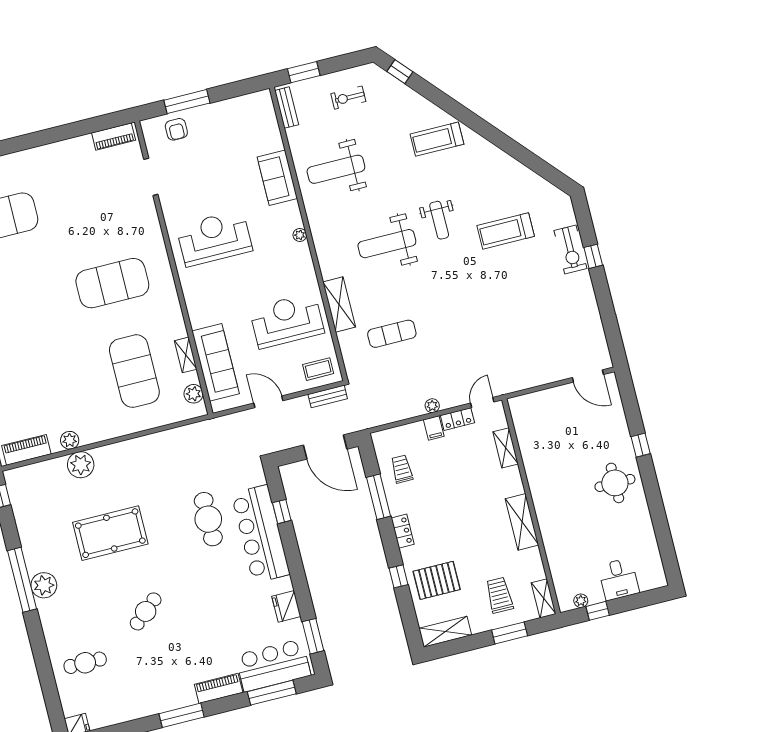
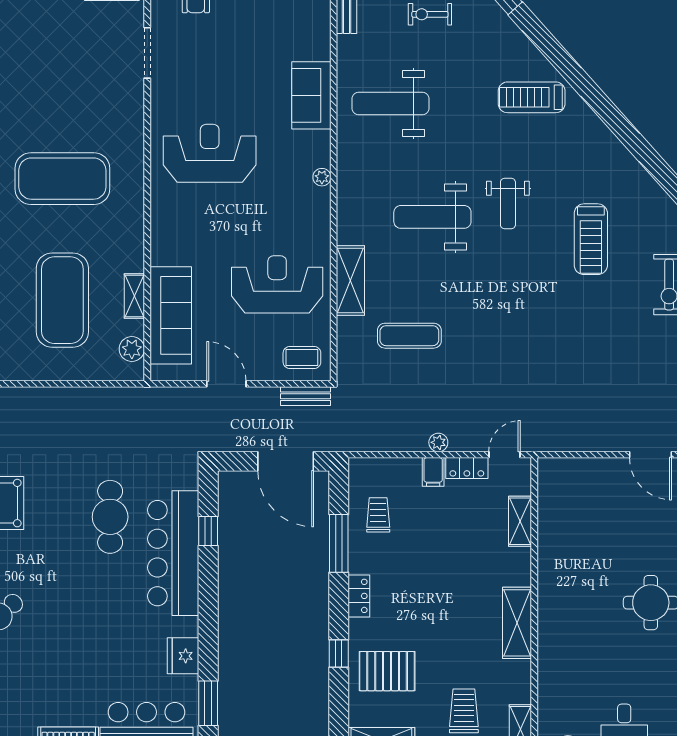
treadmill: (506, 231) -> (591, 239), turned -90

